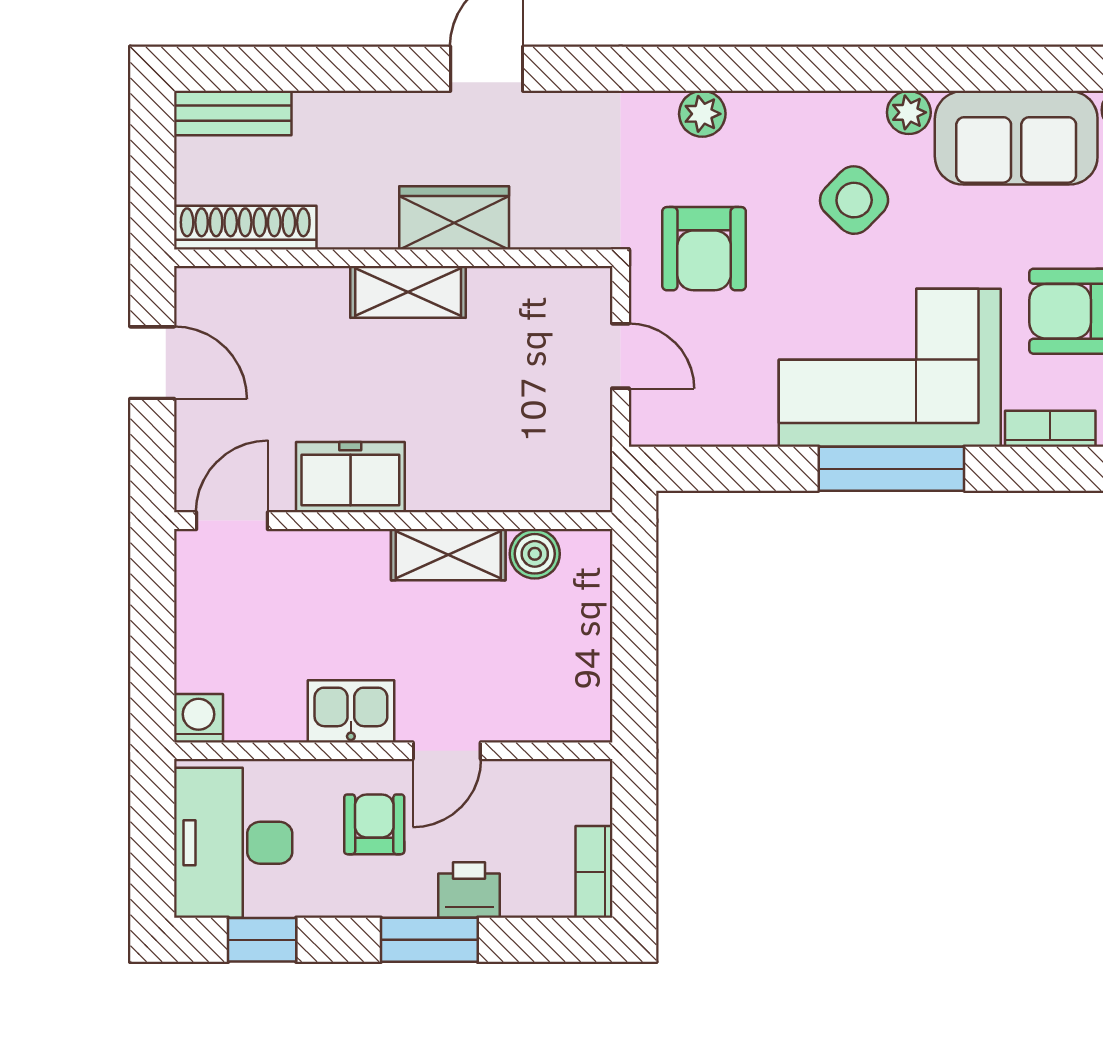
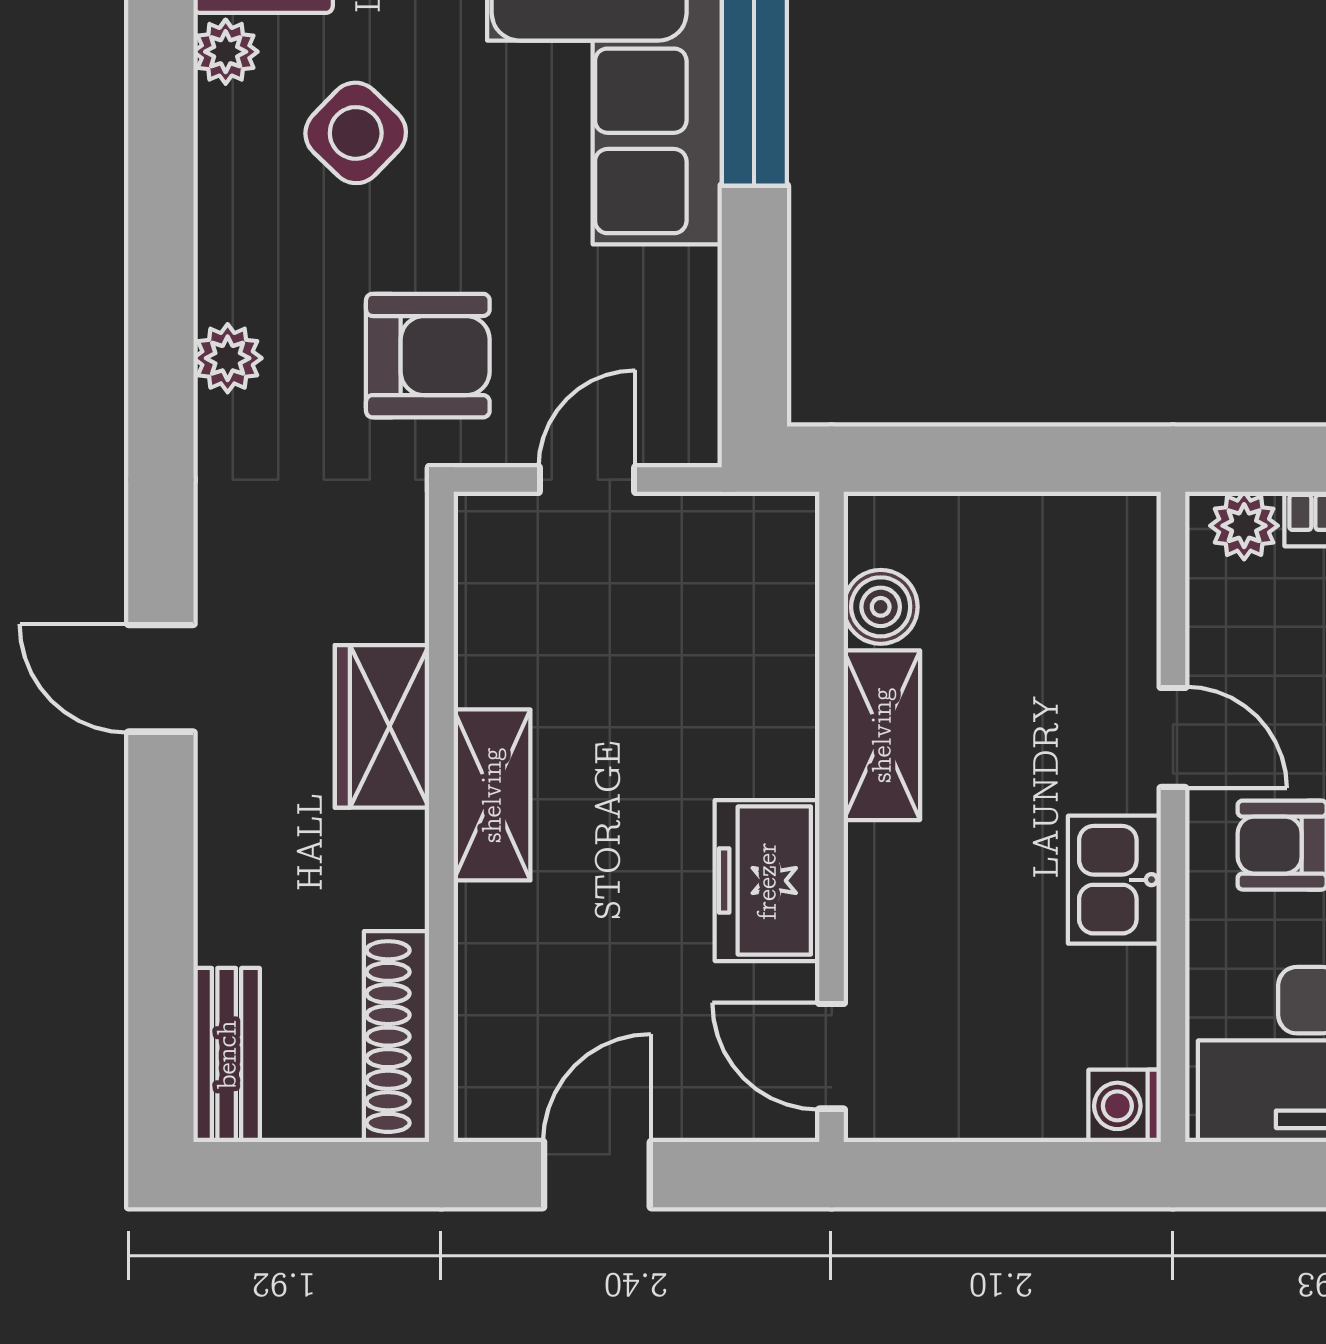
plant: (589, 799) -> (1244, 526), added

